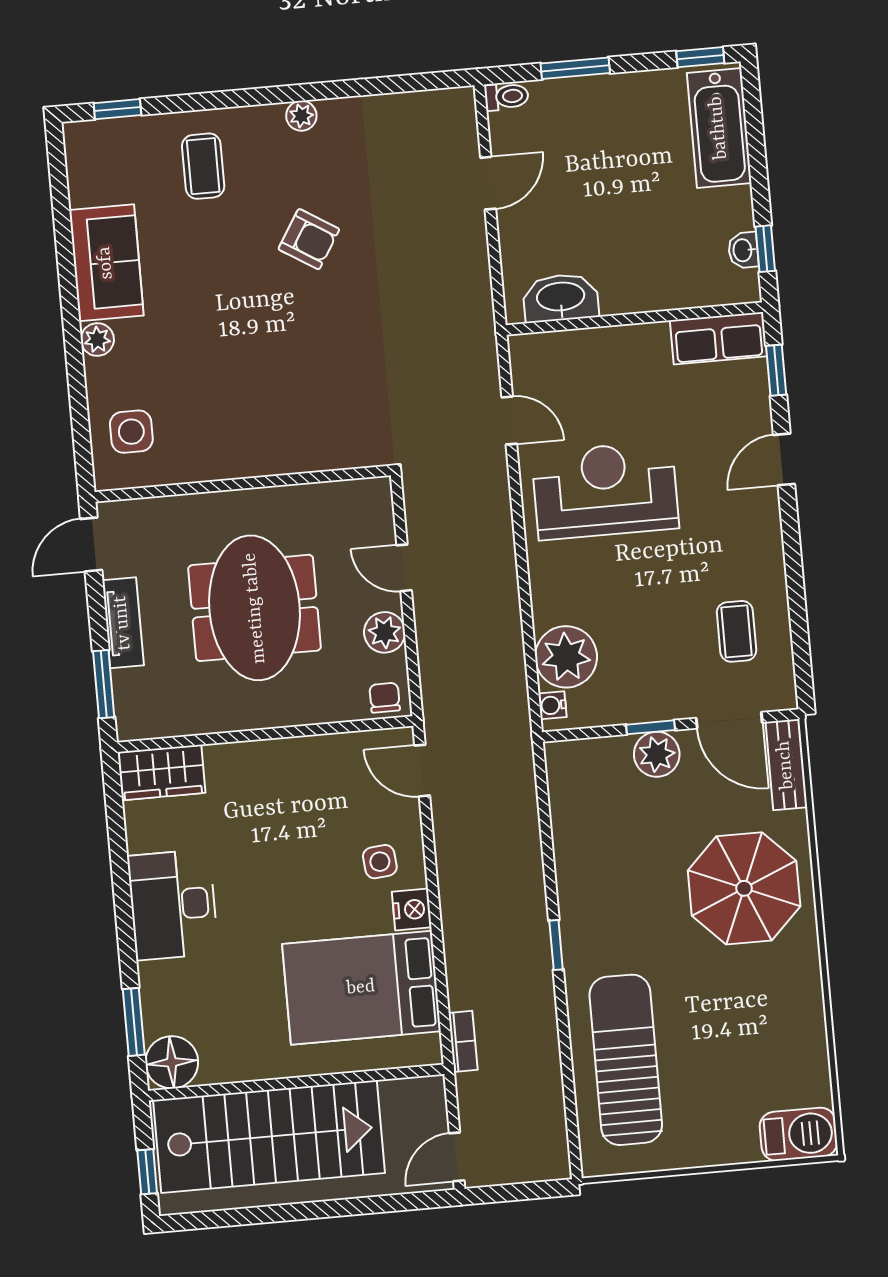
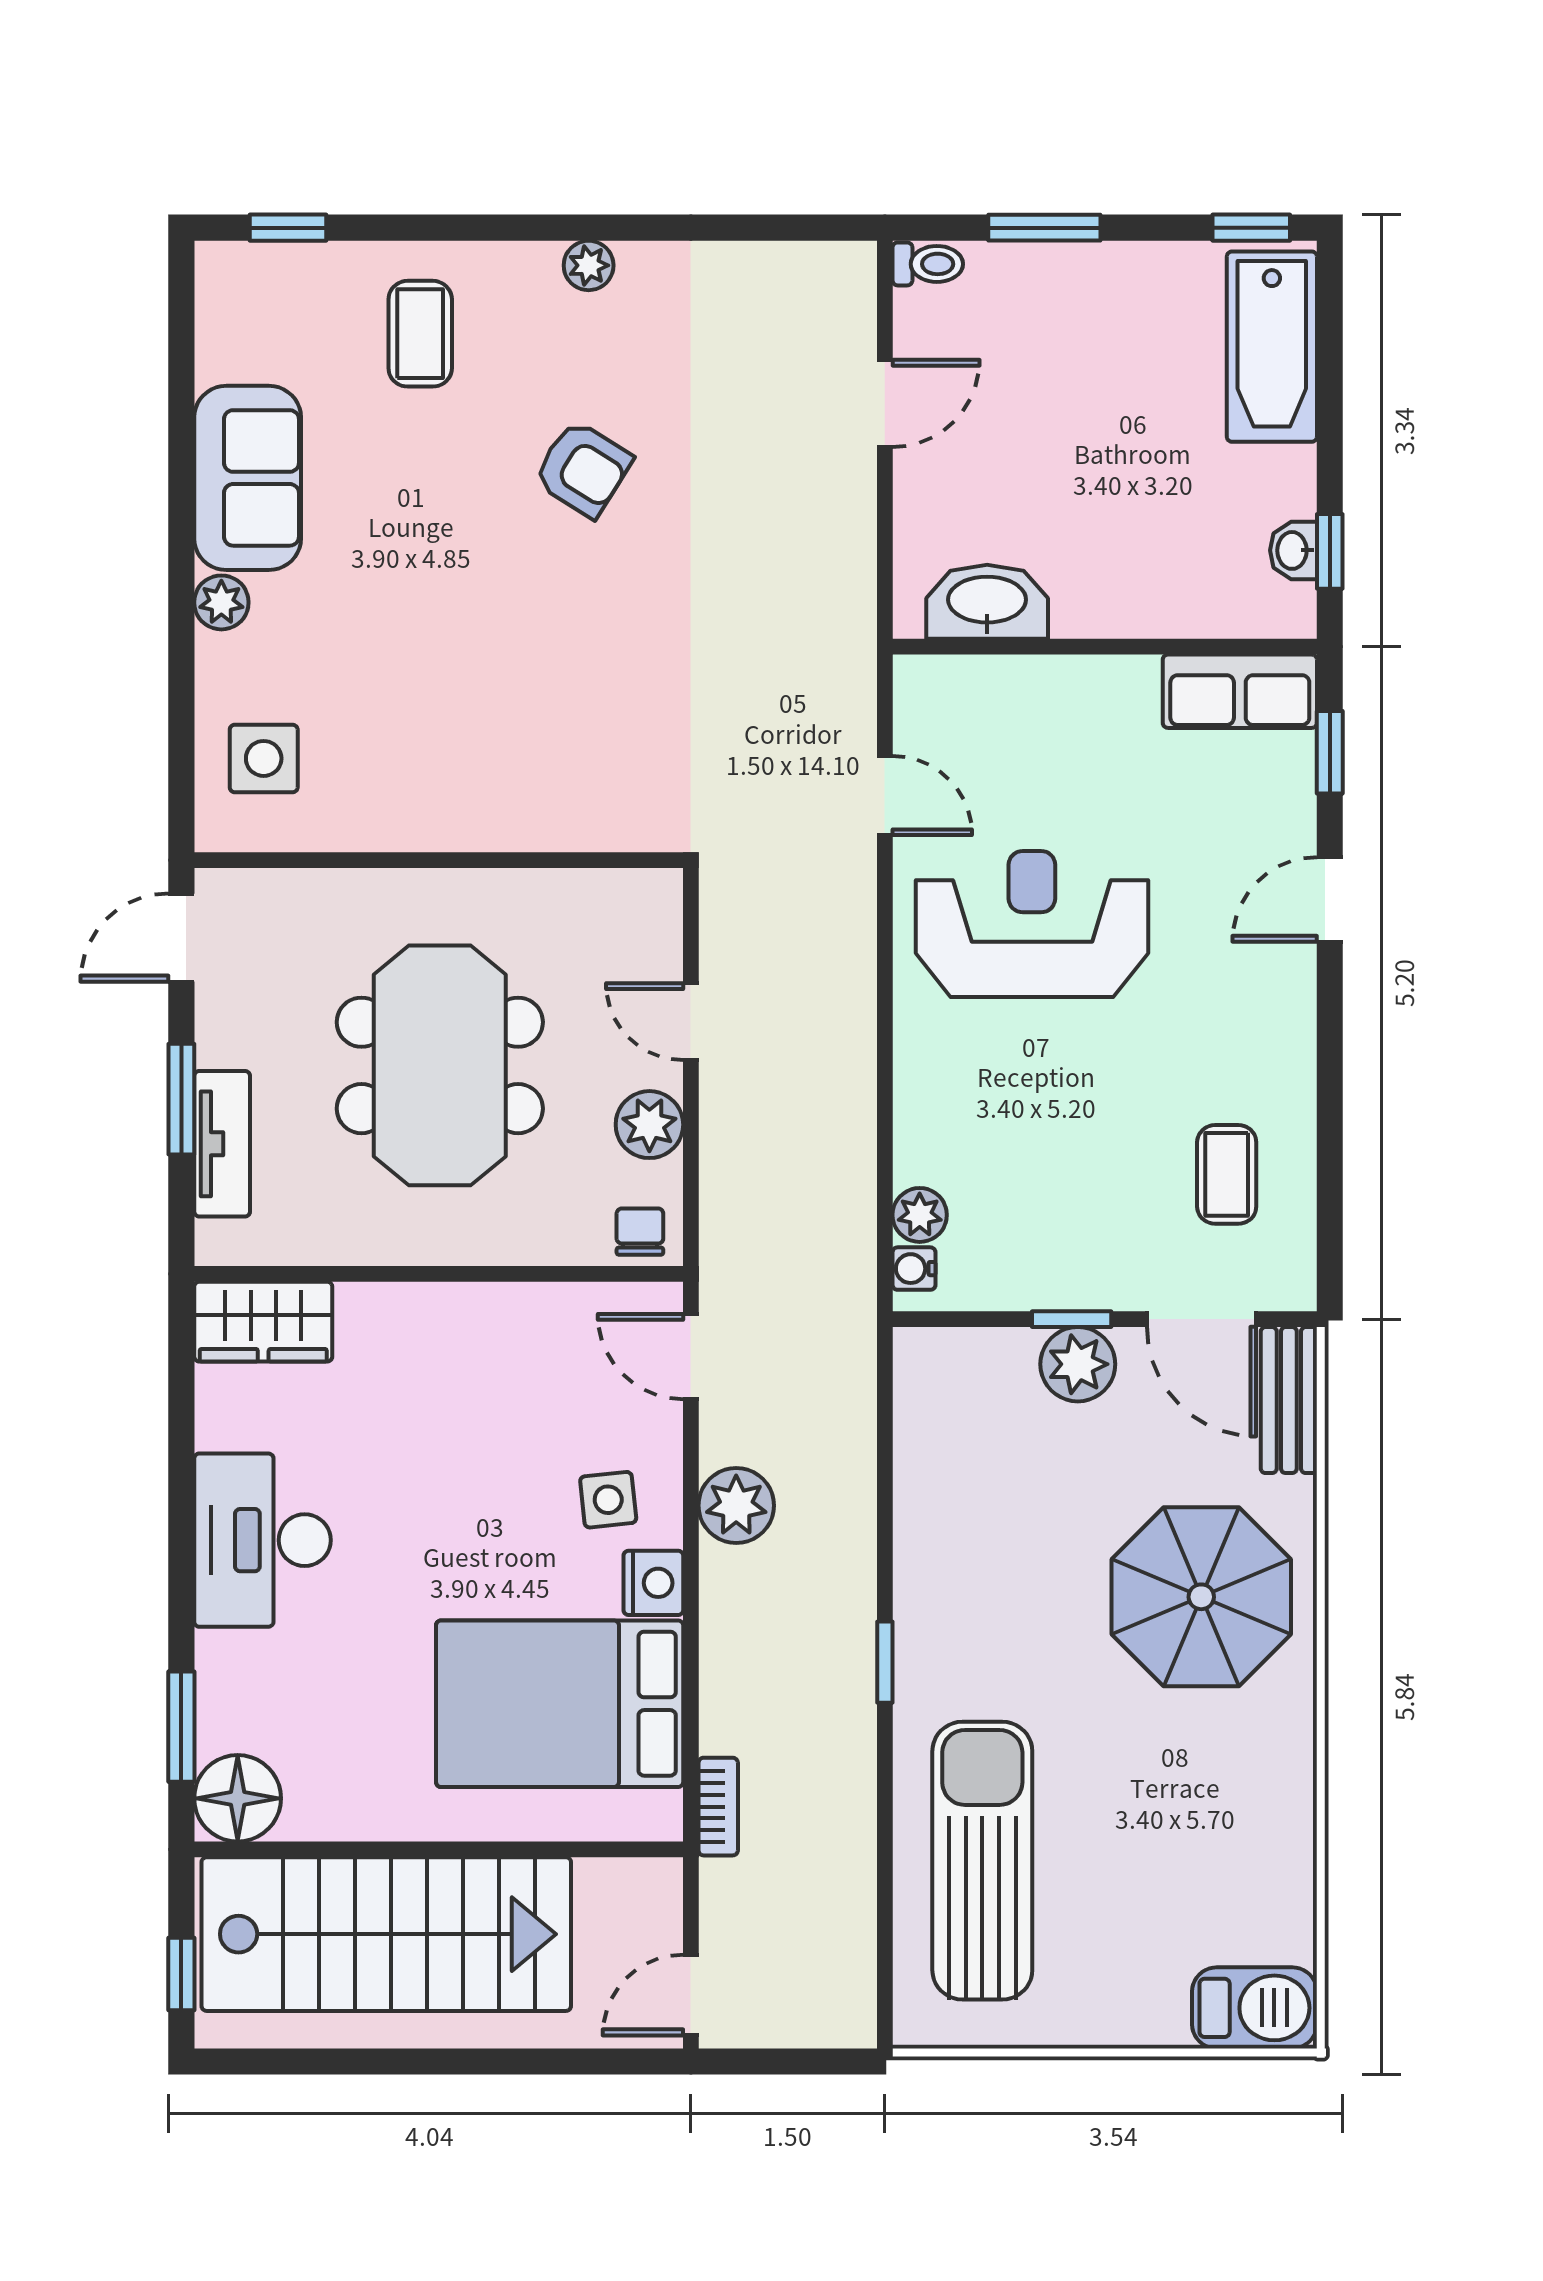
tv unit: (123, 623) -> (222, 1144), moved
plant: (566, 657) -> (920, 1215), width x0.53, depth x0.53
window: (104, 684) -> (181, 1099), moved
plant: (458, 858) -> (736, 1506), added

